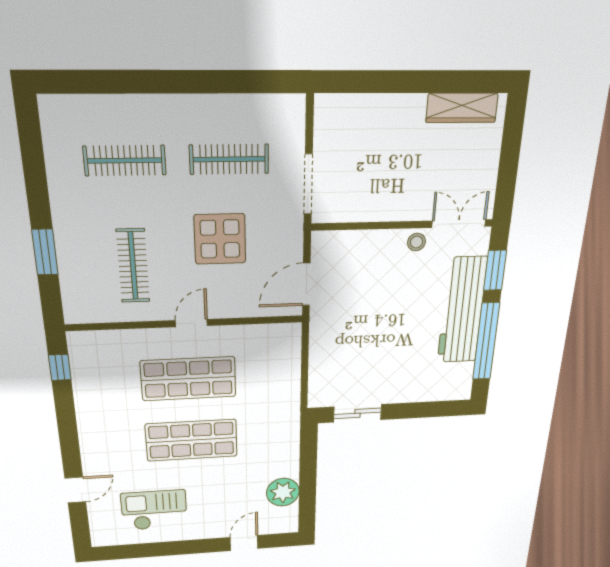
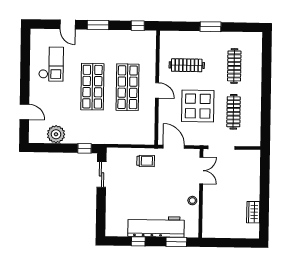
wardrobe: (462, 108) -> (253, 212), width x0.67
double door: (459, 224) -> (201, 170), moved
display table: (220, 239) -> (198, 106), width x1.36, depth x1.36
window: (45, 252) -> (210, 27), moved
trolley: (334, 337) -> (146, 161), added
window: (486, 342) -> (138, 241), width x0.32
window: (69, 439) -> (98, 25), added
window: (309, 445) -> (85, 148), added

